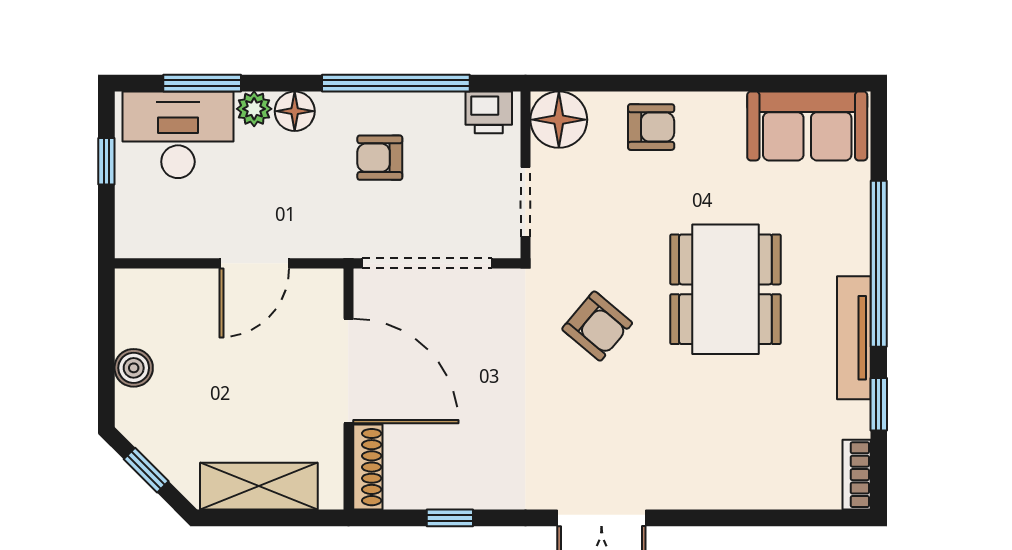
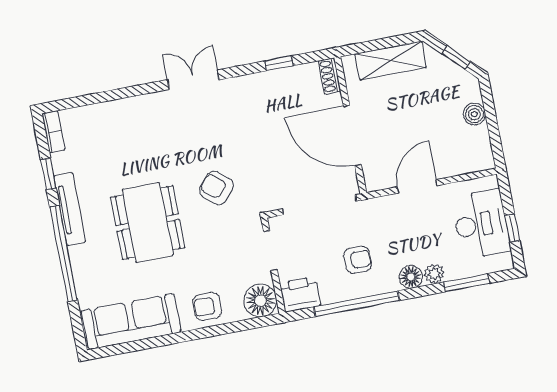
printer: (489, 112) -> (300, 294), width x1.36, depth x1.24
sofa: (807, 126) -> (131, 322), width x1.36
desk: (178, 135) -> (481, 224), moved, turned -90
shoe rack: (368, 467) -> (330, 76), width x0.70

